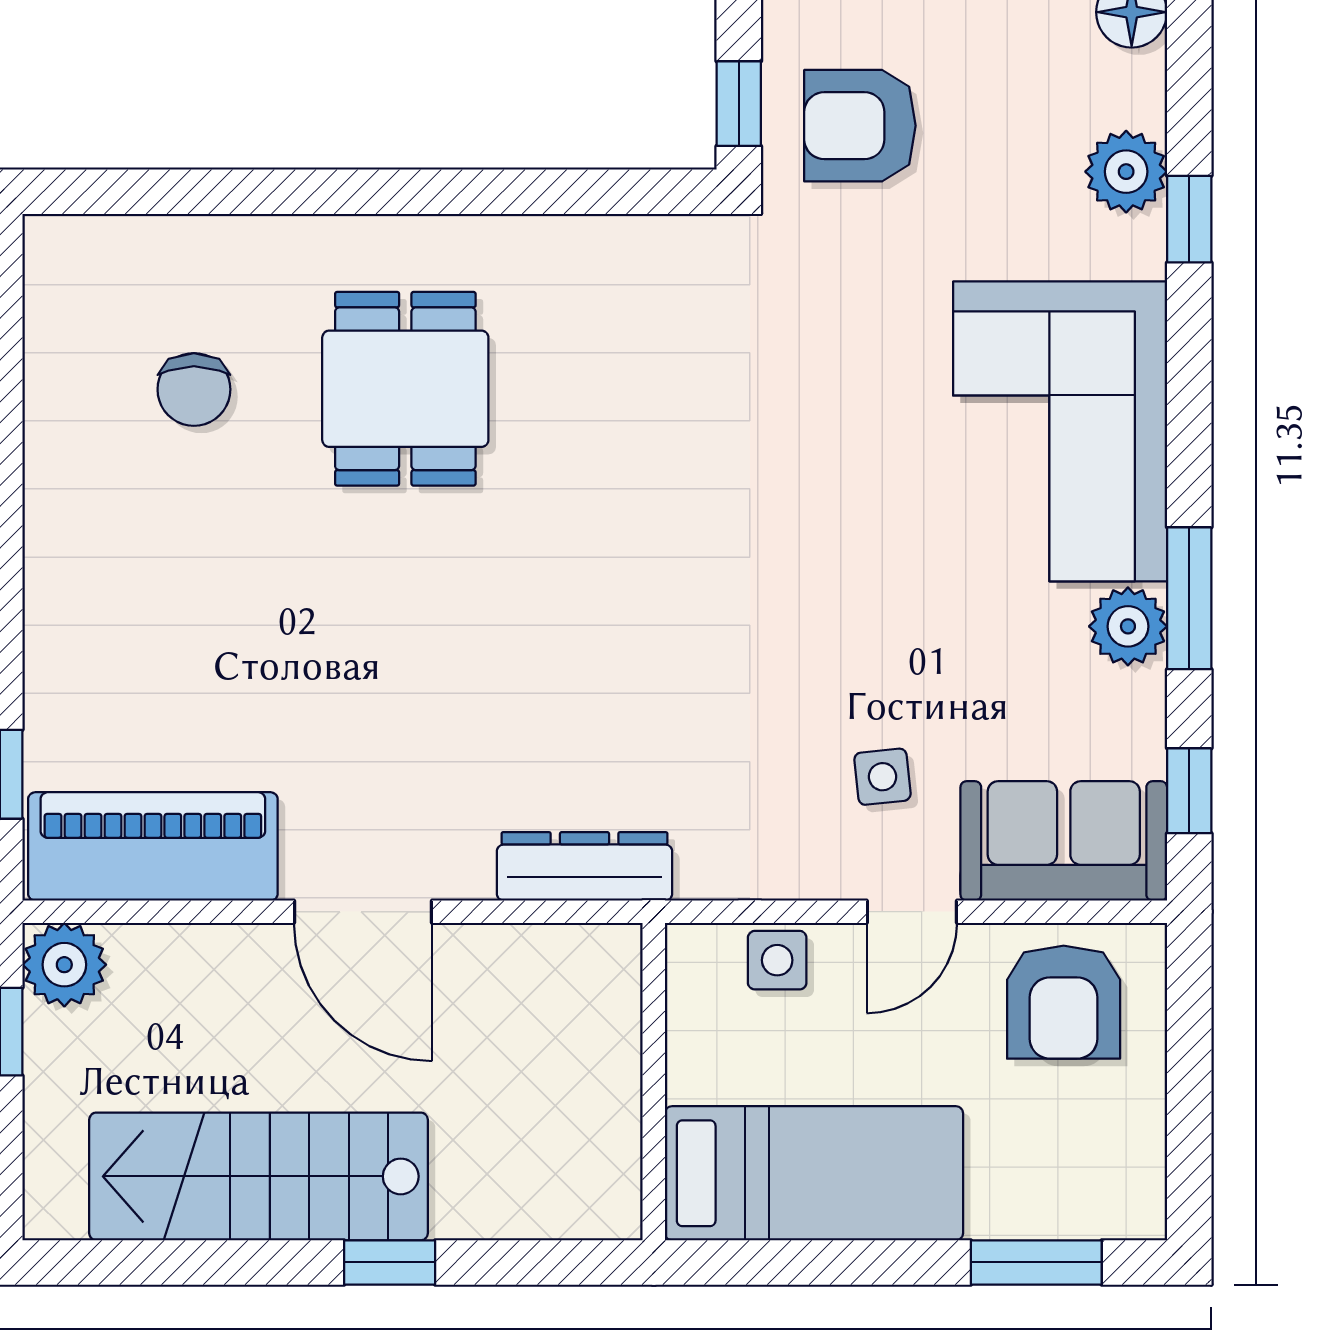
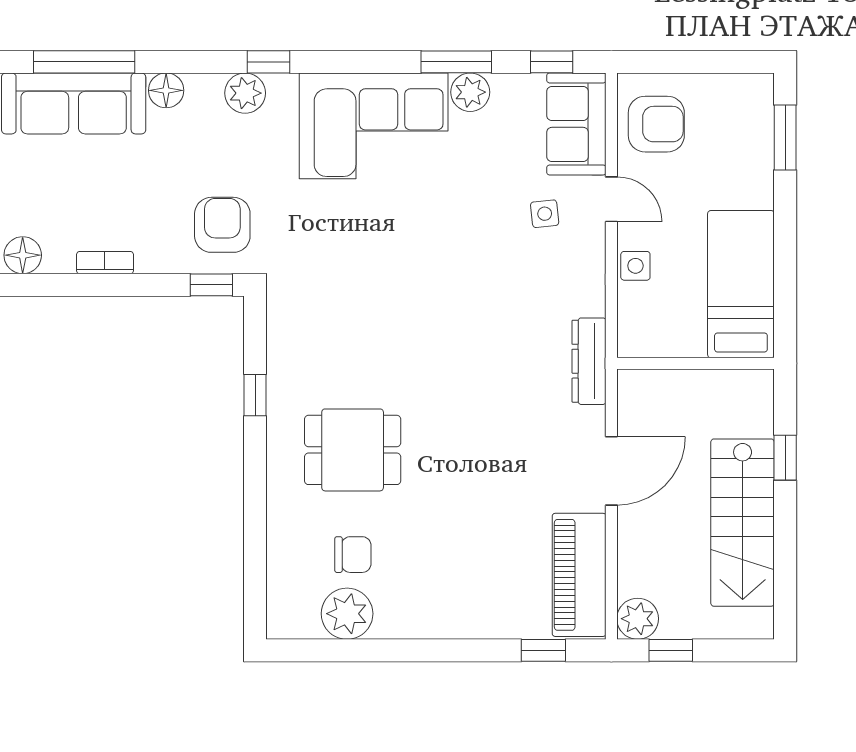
armchair: (860, 126) -> (222, 225), turned 180
window: (516, 192) -> (255, 395), added
plant: (74, 378) -> (347, 614), added
wall: (654, 1082) -> (696, 363), moved
bed: (814, 1173) -> (741, 284), moved

